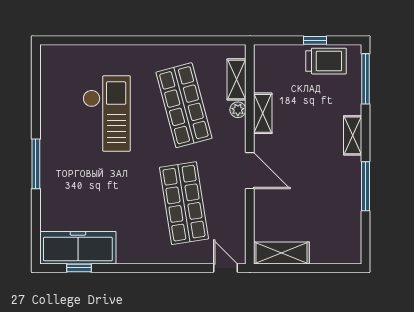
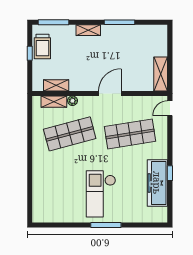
trolley: (326, 61) -> (42, 46), turned 180
shelving: (263, 113) -> (56, 85), moved
checkout: (107, 114) -> (101, 194), moved, turned -90
freezer: (78, 248) -> (157, 183), moved
window: (79, 268) -> (170, 173), moved

